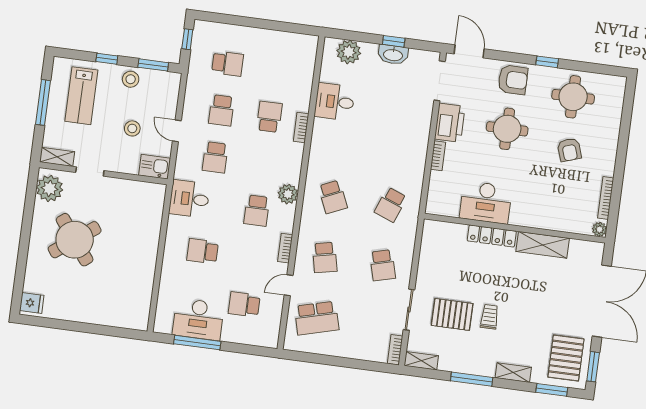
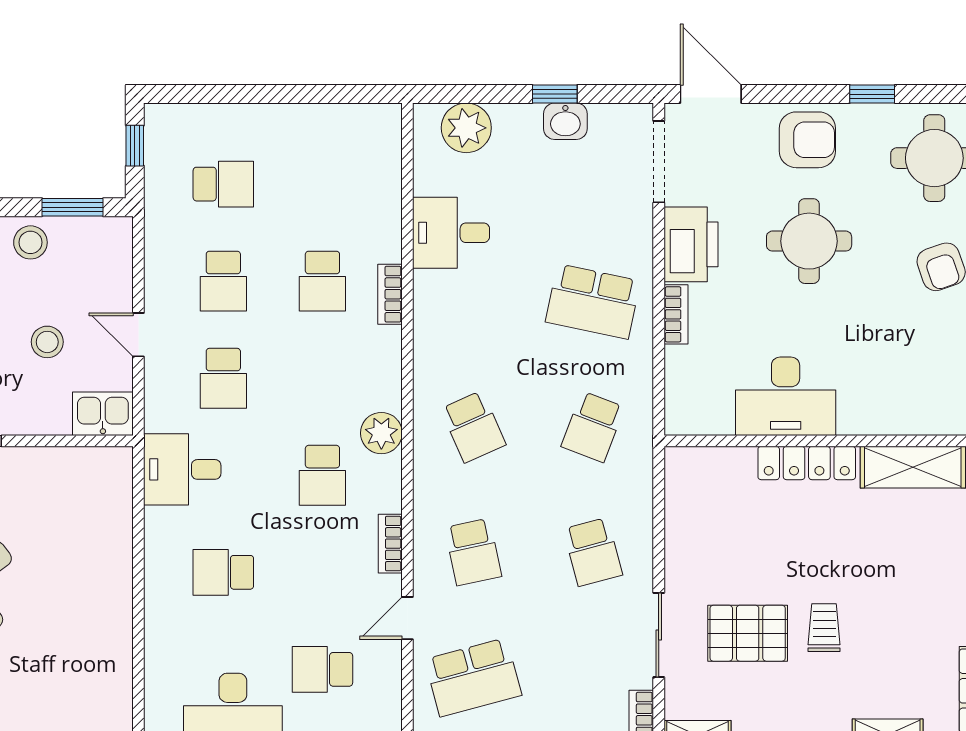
washbasin: (393, 55) -> (565, 121), width x0.72
school desk: (269, 117) -> (322, 281), turned 180
school desk: (399, 144) -> (593, 301), added

